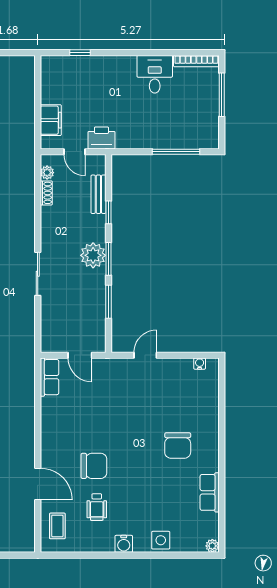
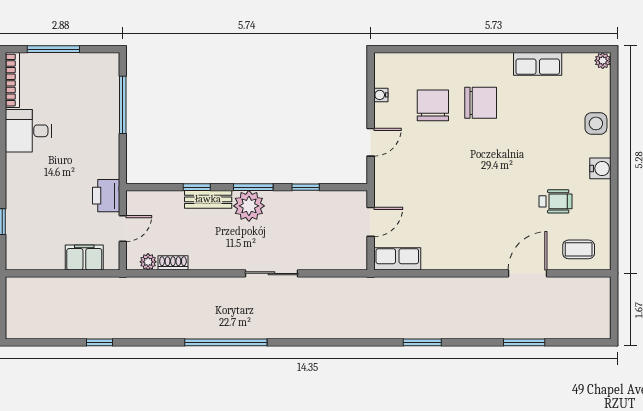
bench: (98, 194) -> (208, 199), moved
window: (108, 302) -> (306, 187), width x0.67
door: (145, 355) -> (371, 142), swing flipped
water cooler: (200, 364) -> (381, 95), moved
chair: (94, 466) -> (433, 105), moved

